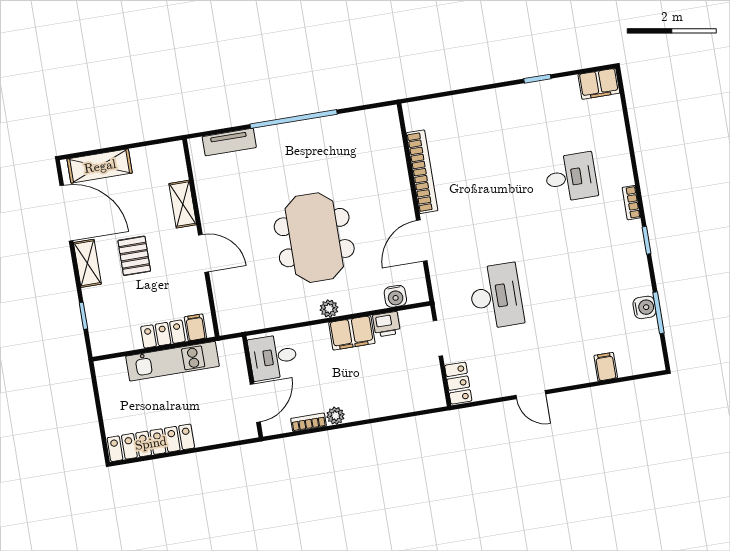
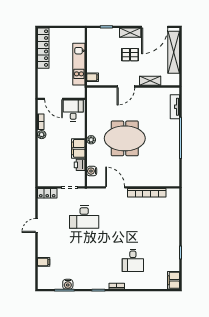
shelving: (100, 166) -> (174, 52), width x1.47
locker: (163, 334) -> (92, 62), removed

